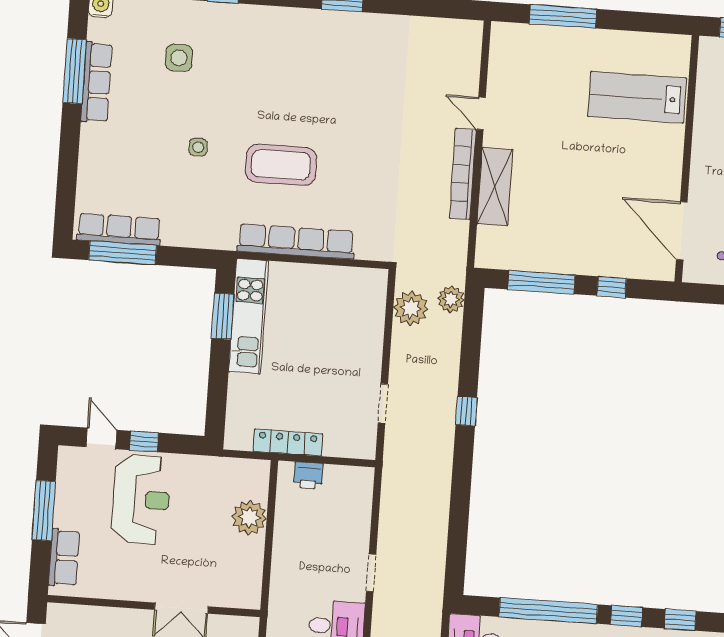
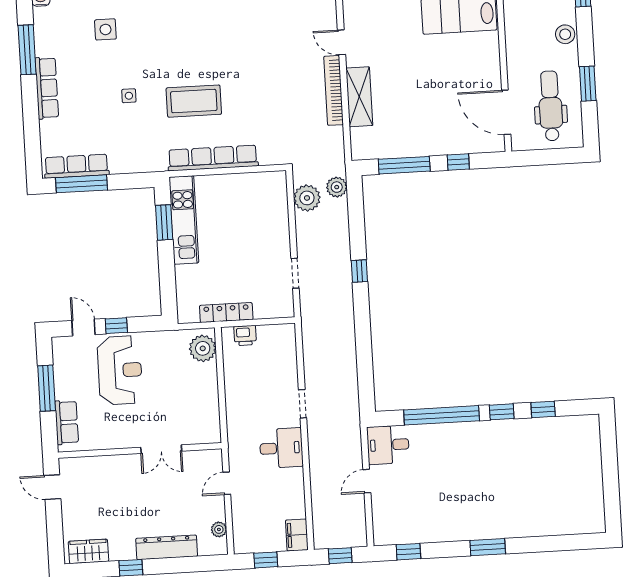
row of seats: (97, 82) -> (47, 88), moved
plant: (249, 518) -> (203, 348), moved

